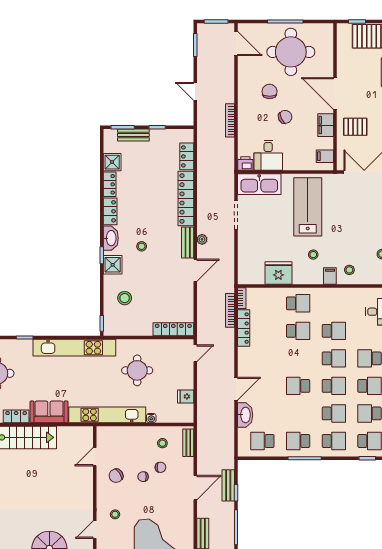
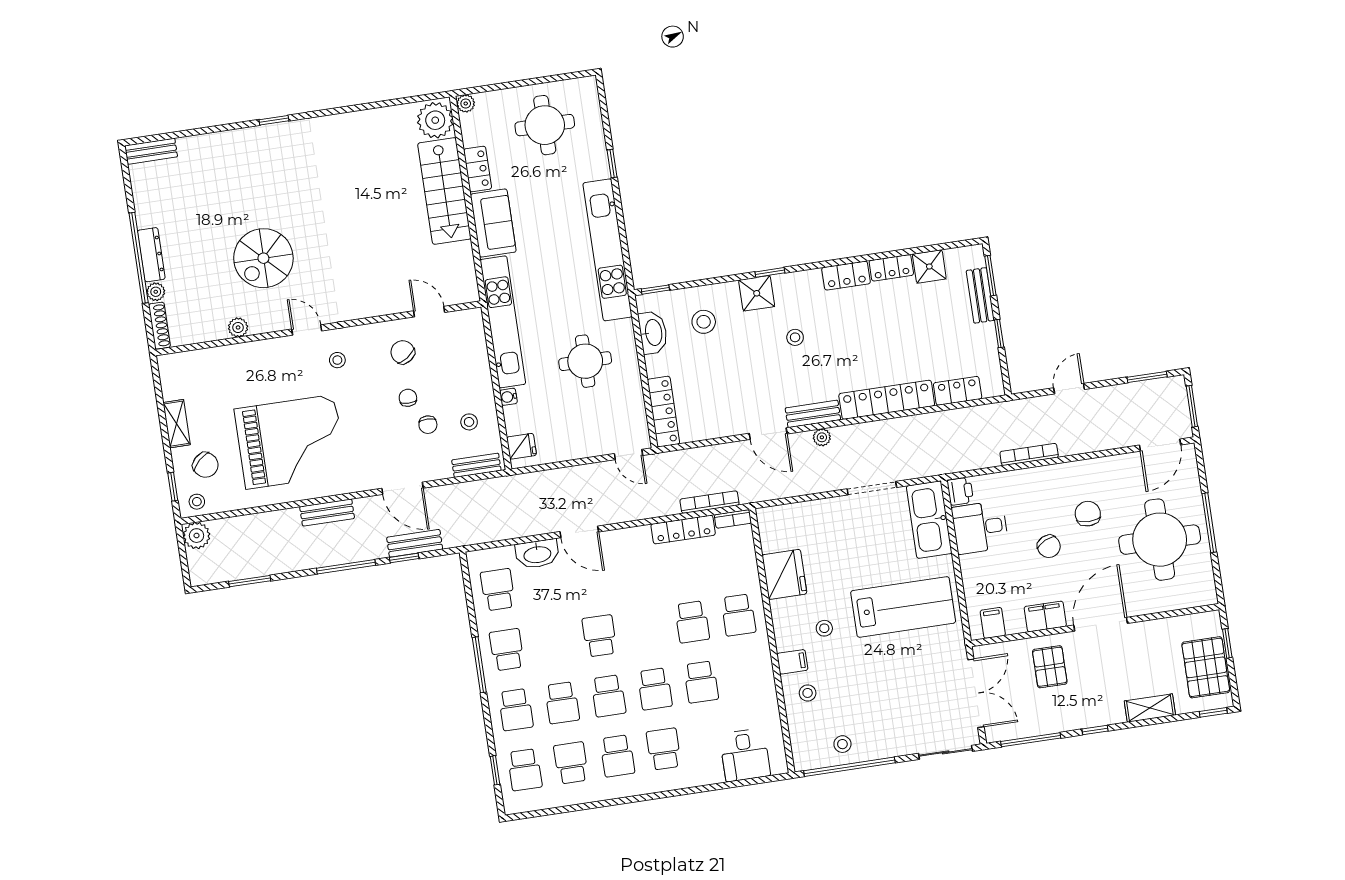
chair: (270, 91) -> (1088, 514), turned -90
washbasin: (111, 238) -> (653, 333), moved, turned -90
fridge: (186, 396) -> (521, 446), moved, turned 90

